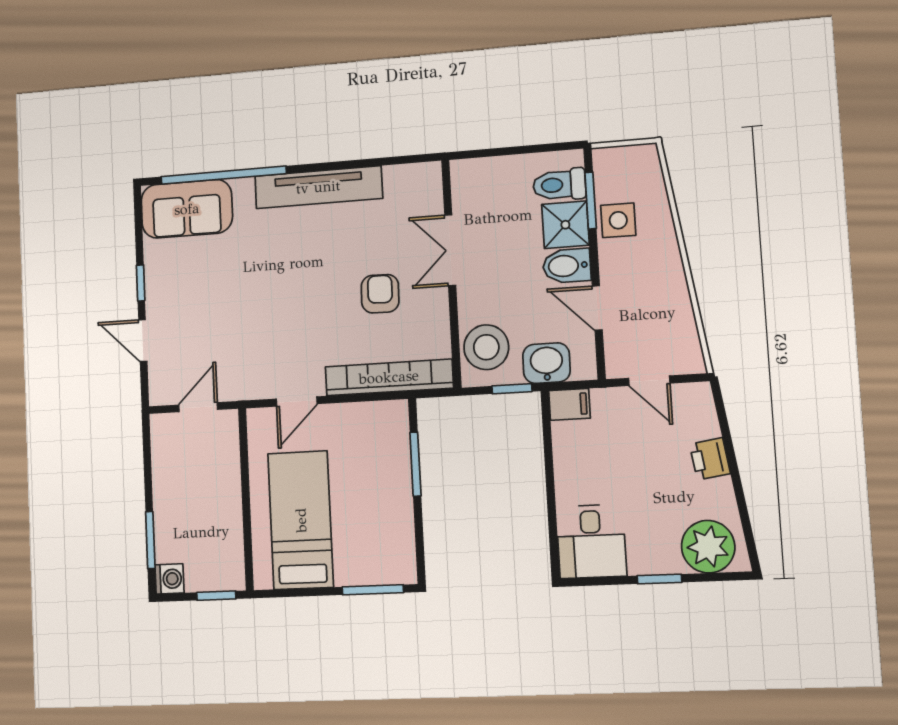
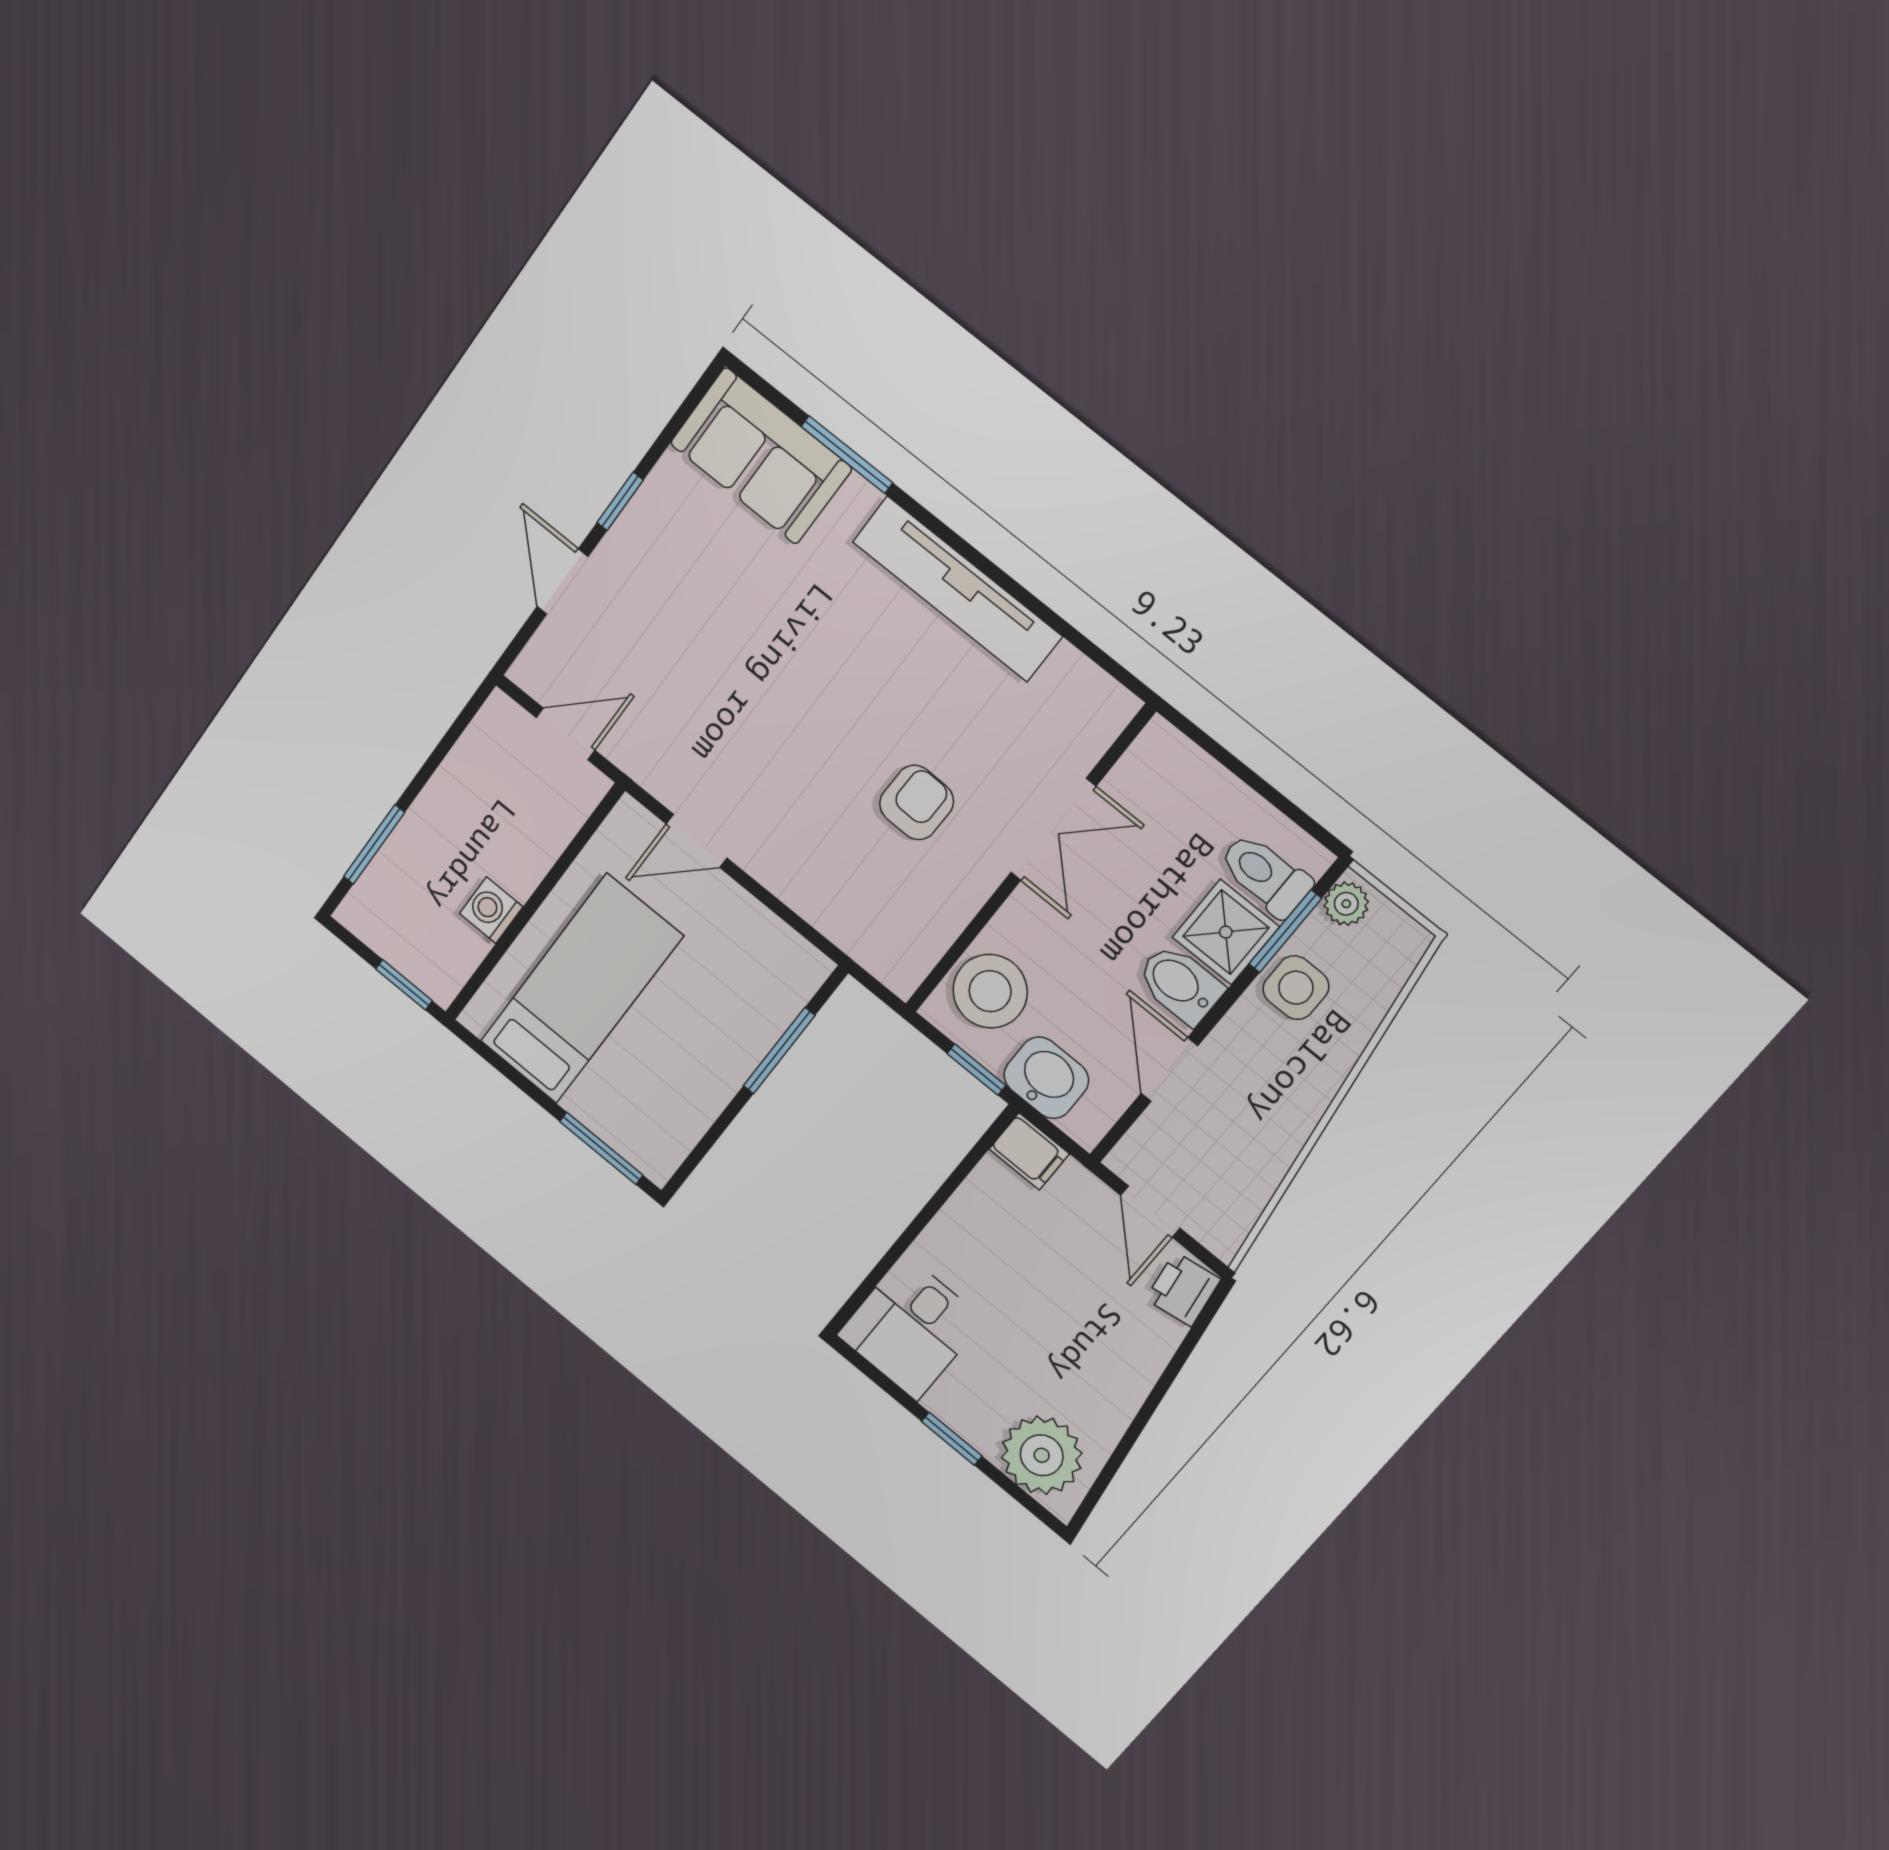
plant: (605, 165) -> (1346, 904), added
window: (223, 175) -> (847, 455), width x0.47
double door: (450, 250) -> (1053, 829), swing flipped
bookcase: (389, 377) -> (837, 917), removed
printer: (710, 459) -> (1183, 1289), moved
washing machine: (169, 579) -> (491, 910), moved, turned 180

